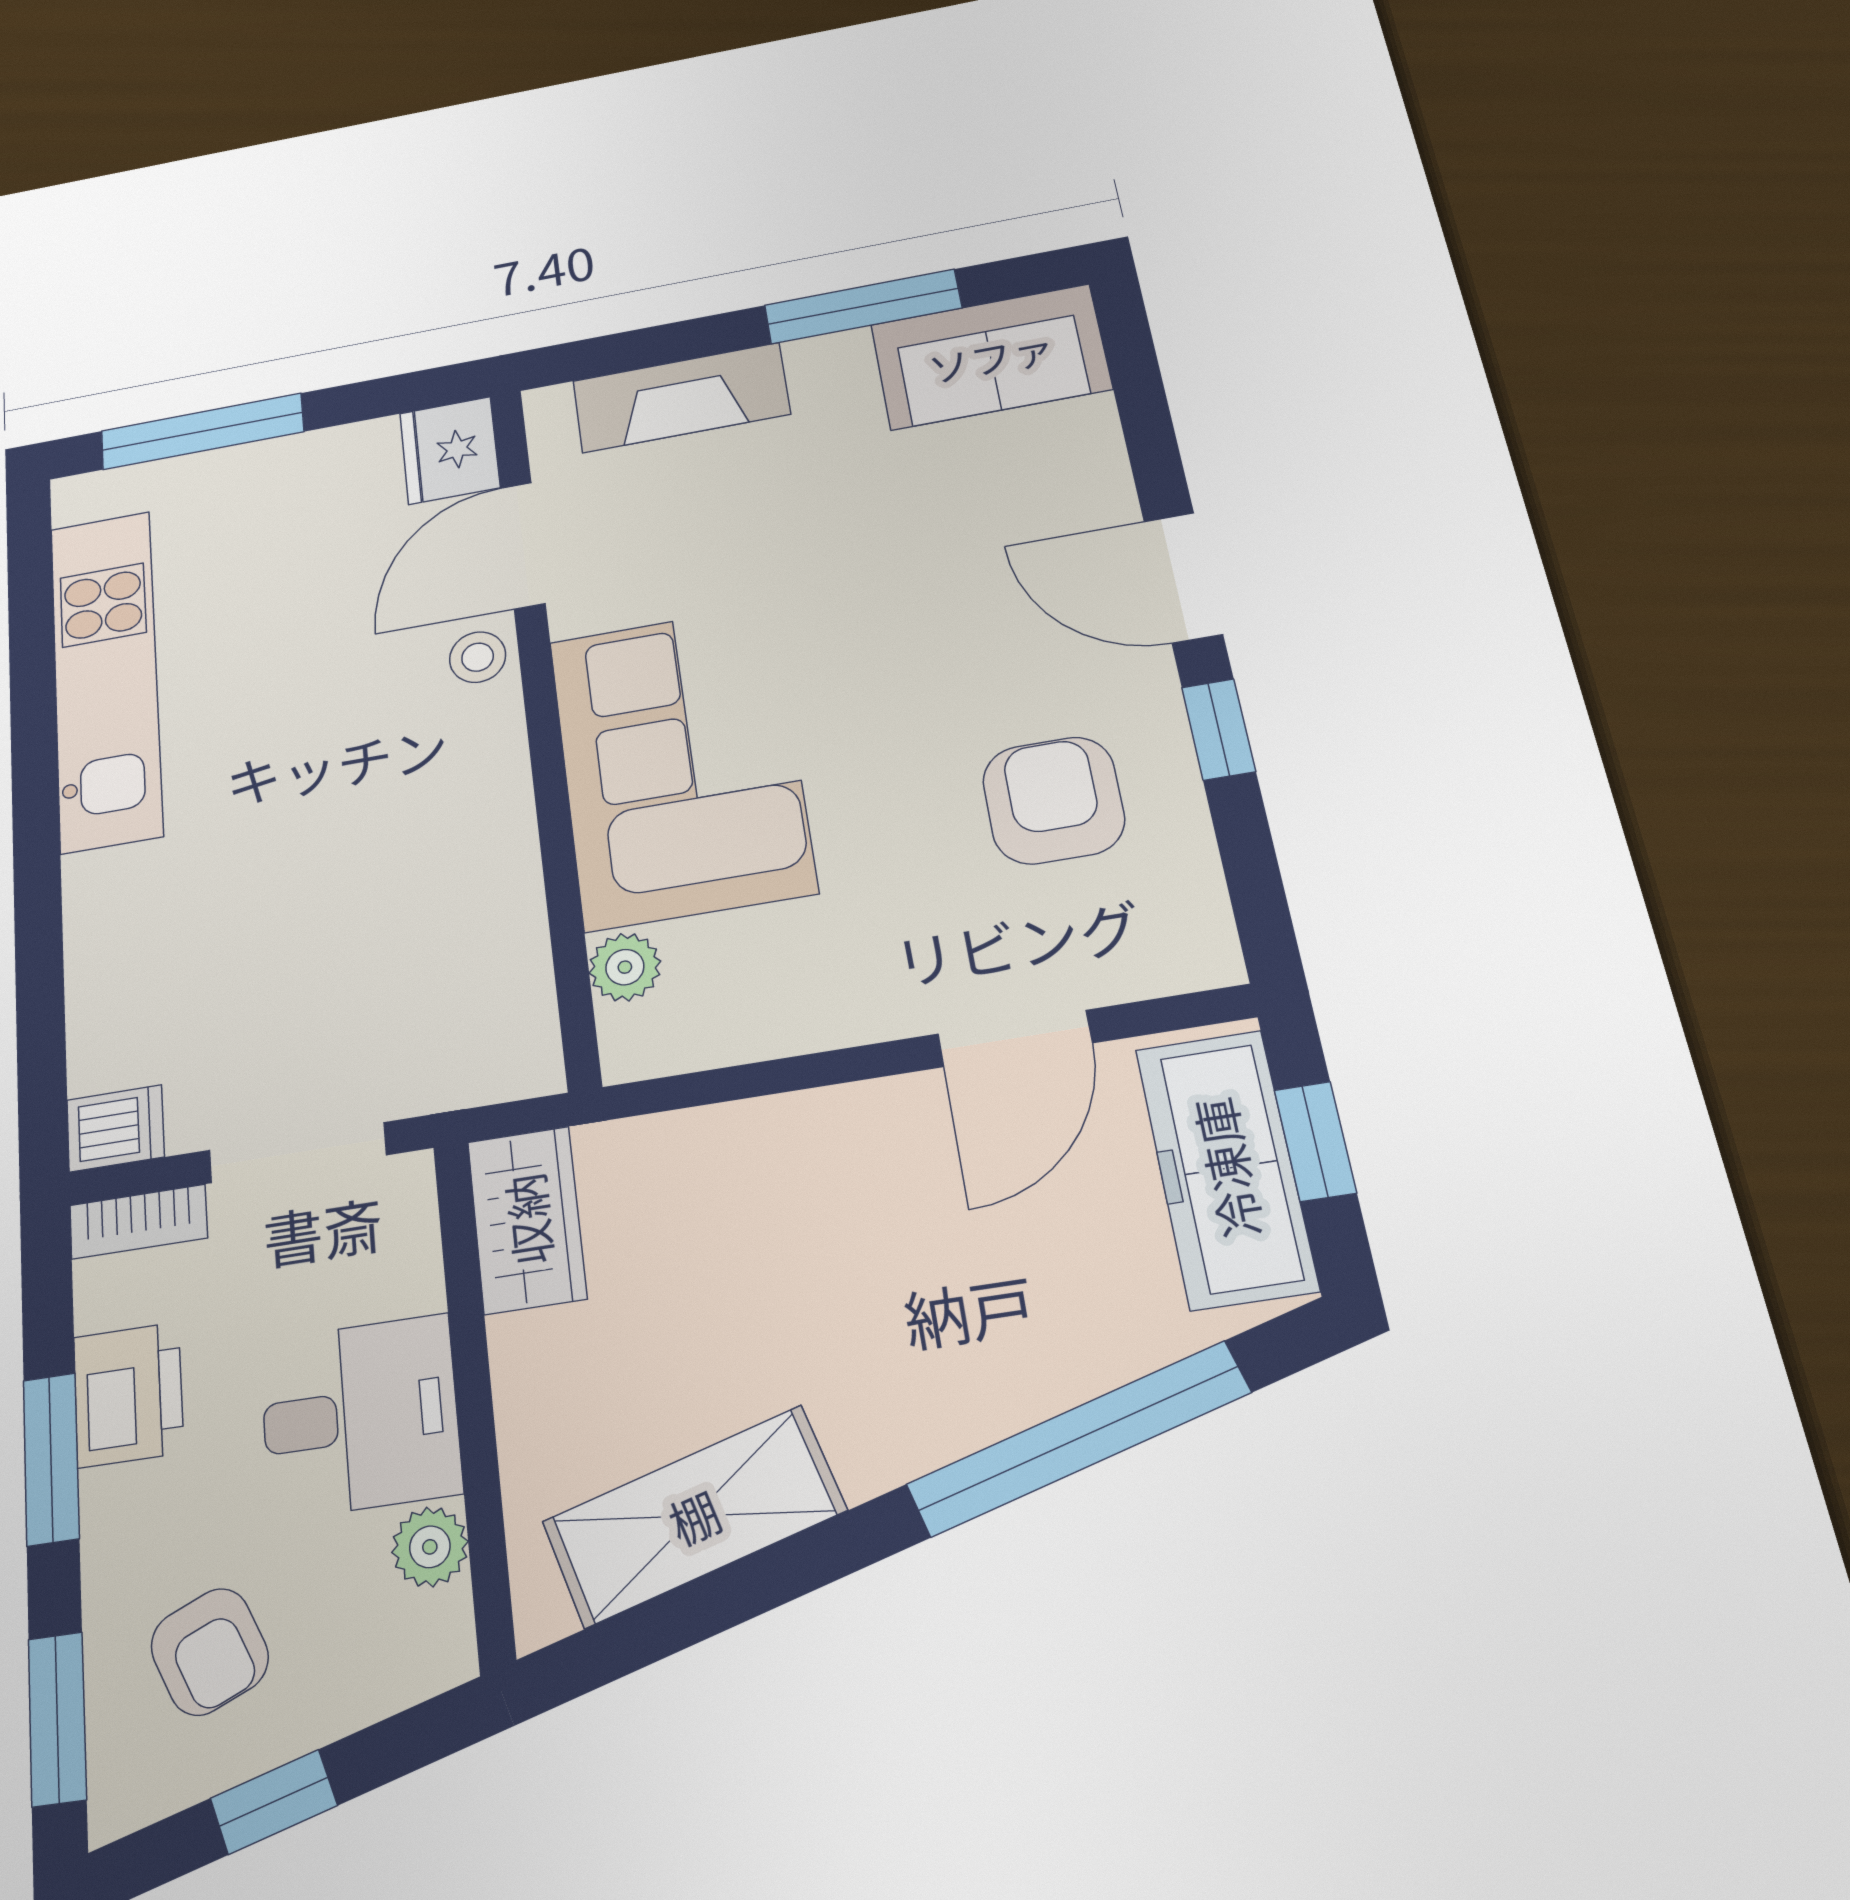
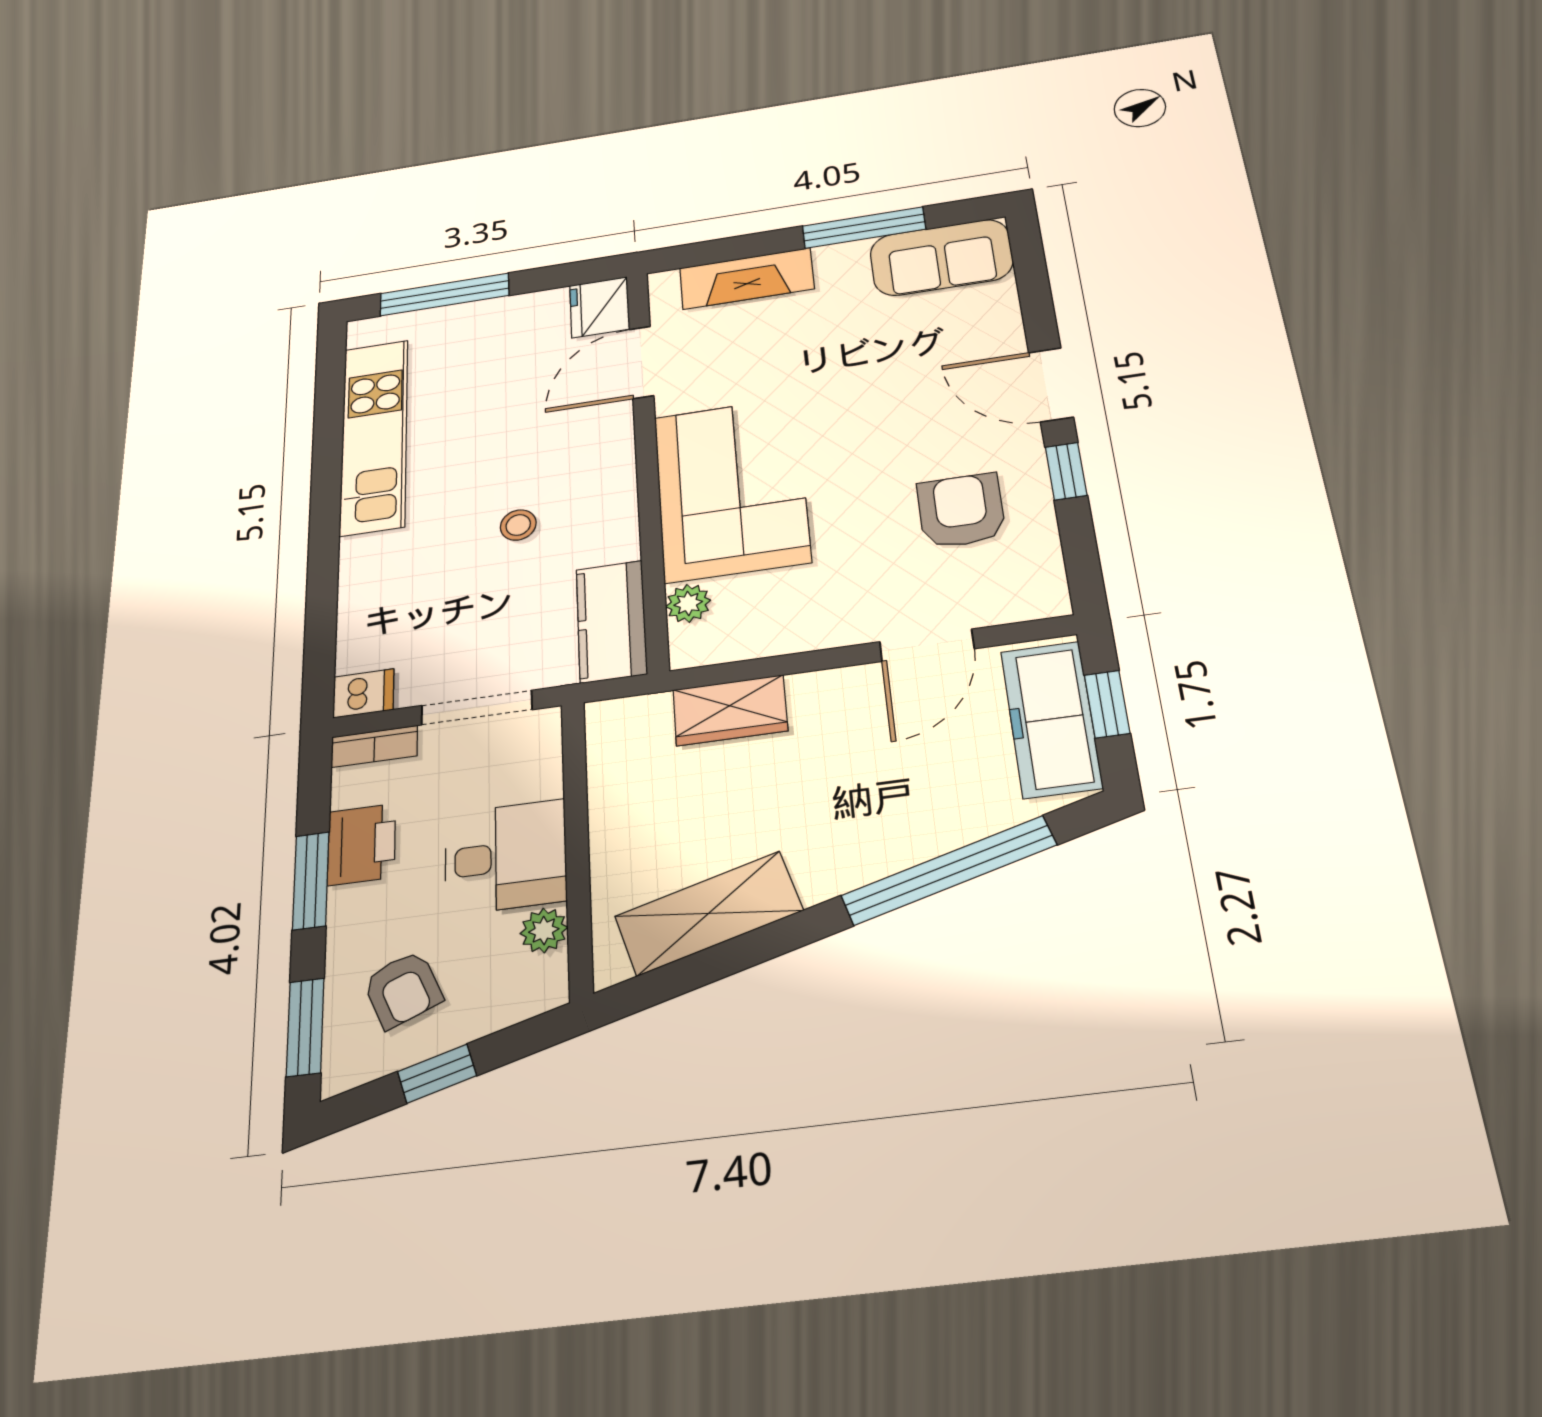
stool: (478, 657) -> (518, 525), moved
kitchen counter: (504, 999) -> (611, 621), added
wardrobe: (527, 1220) -> (730, 710), moved, turned 90

